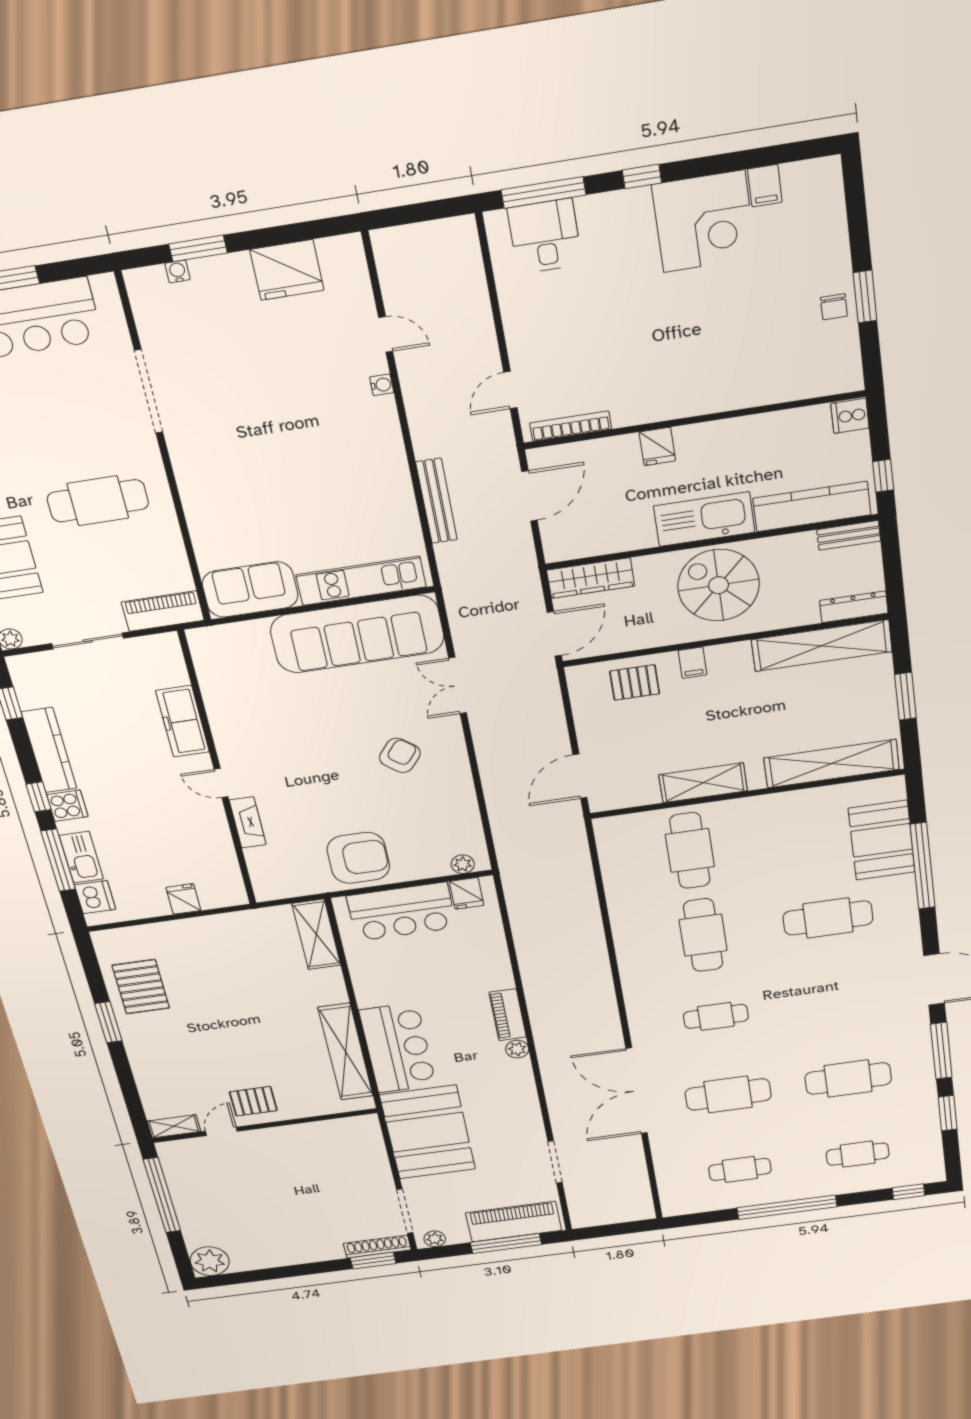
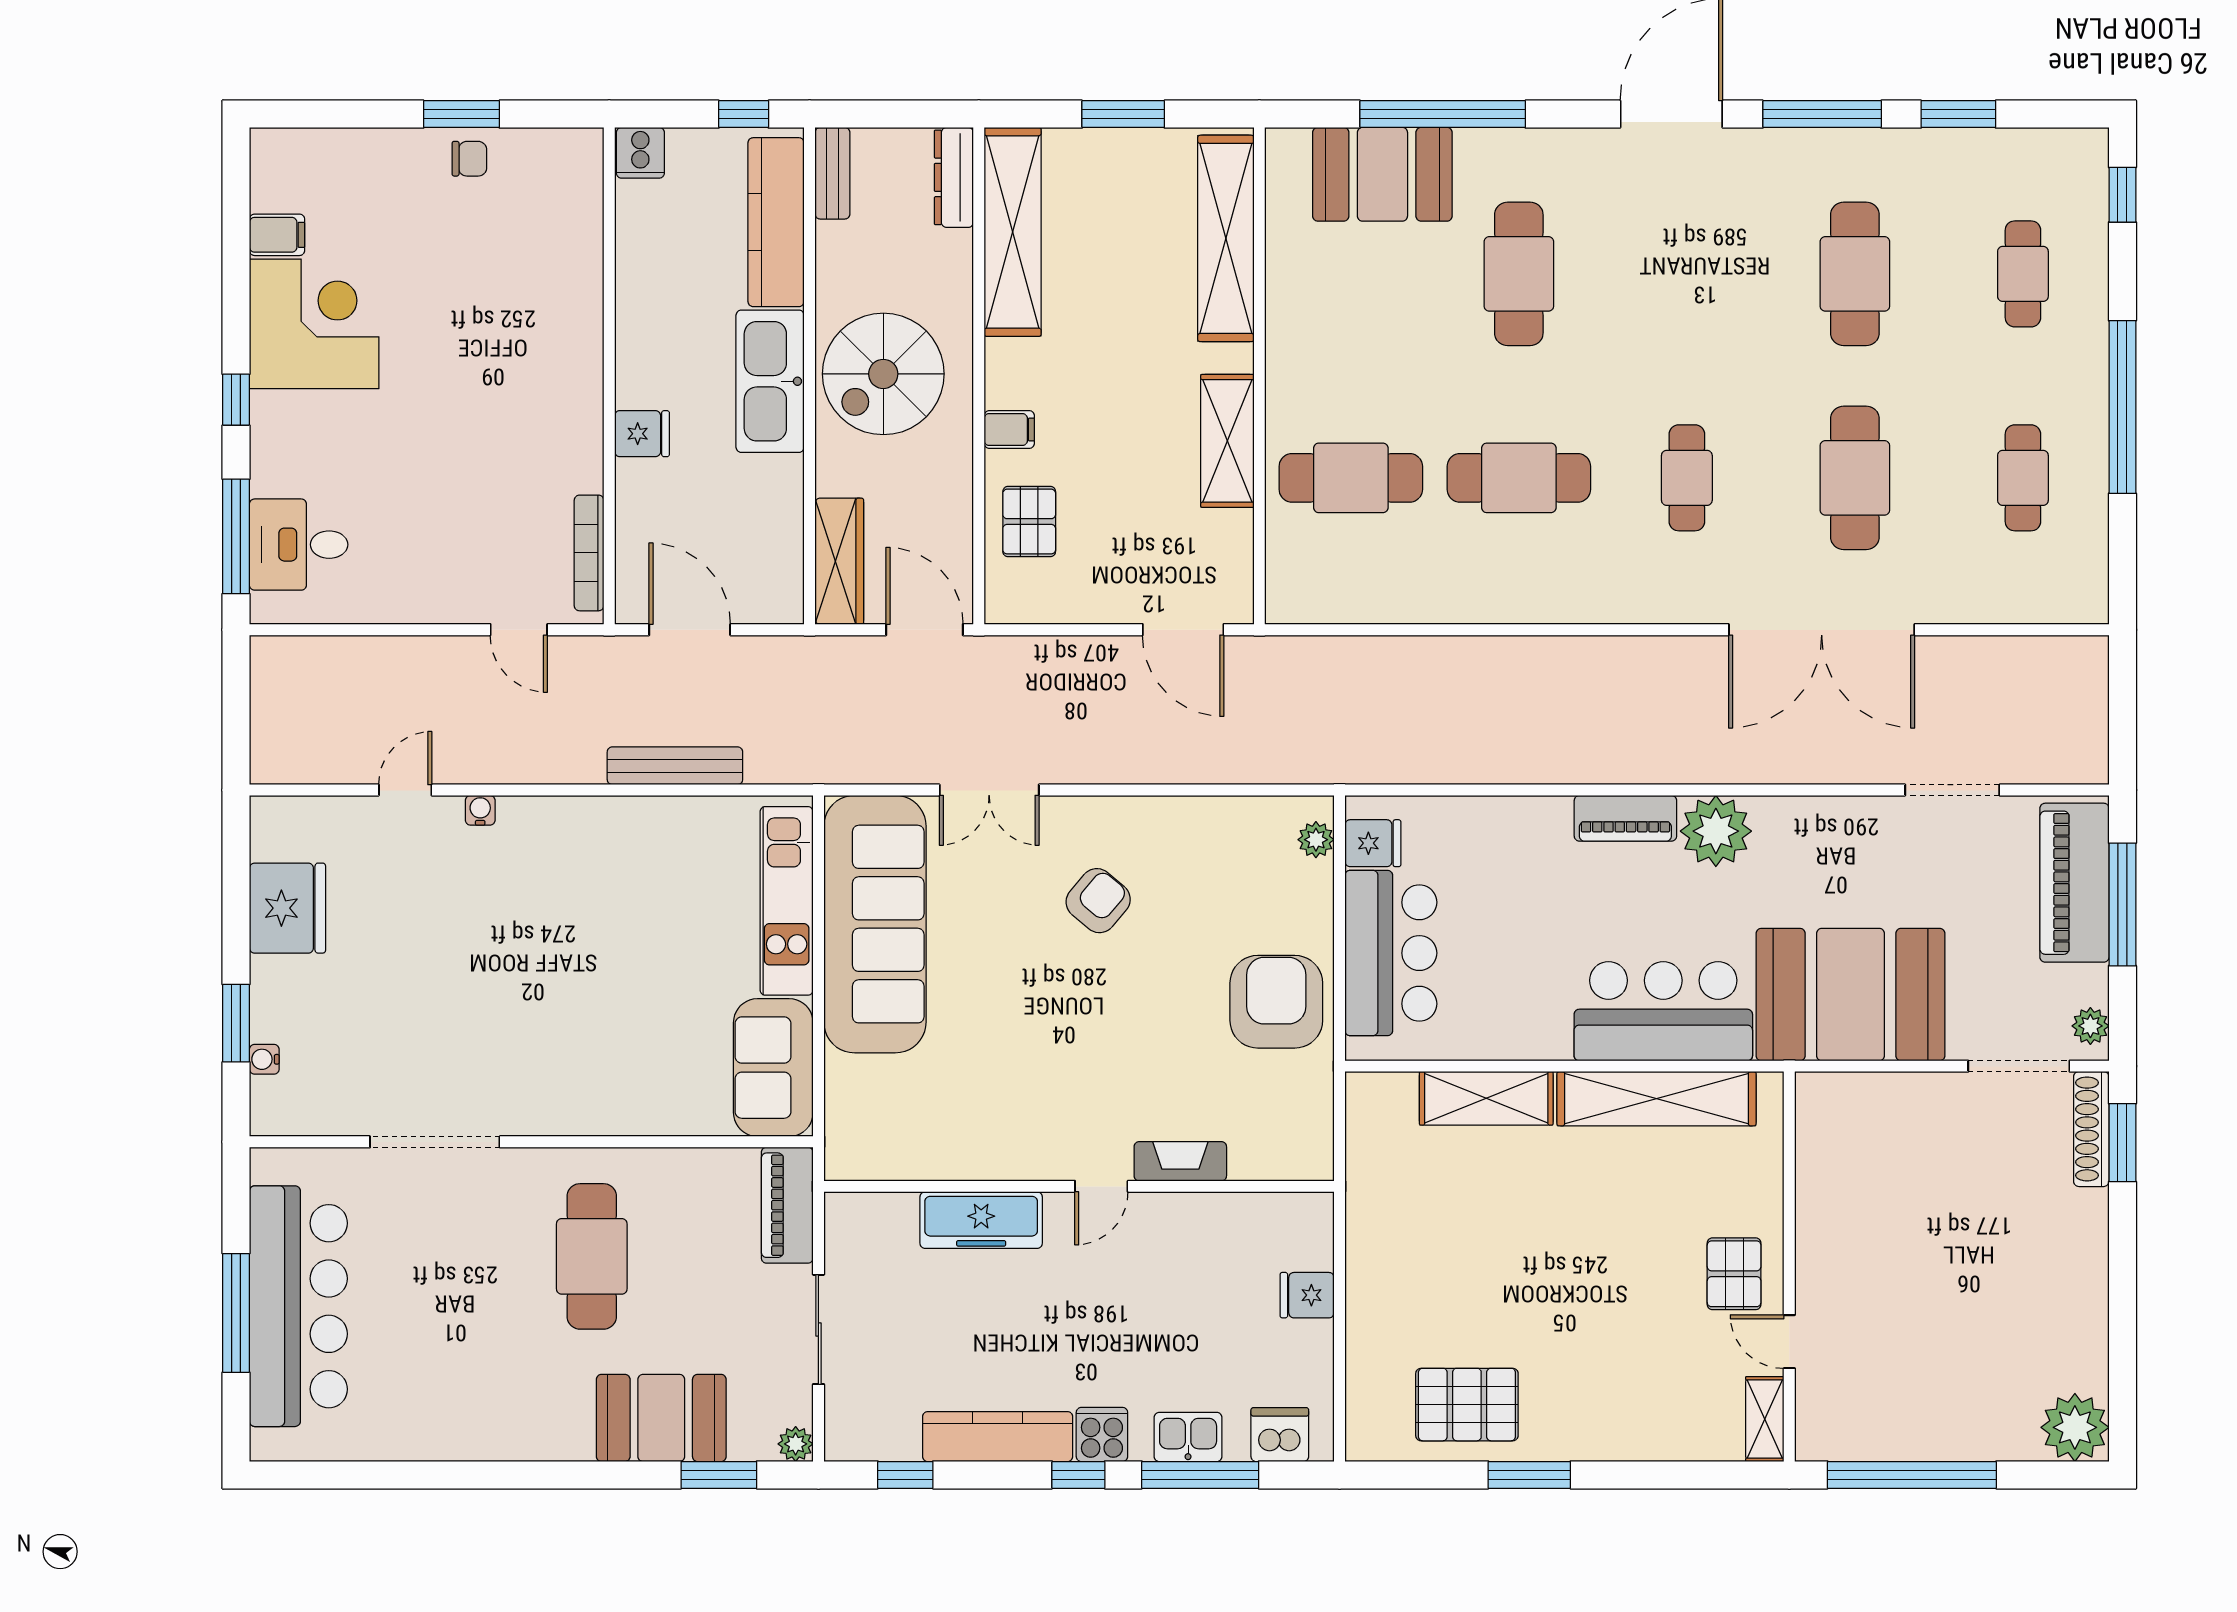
armchair: (400, 755) -> (1098, 901), turned 91
kitchen sink: (81, 857) -> (1188, 1437), width x0.73
shelving: (316, 934) -> (1486, 1098), moved
plant: (517, 1049) -> (1716, 831), width x1.87, depth x1.87

